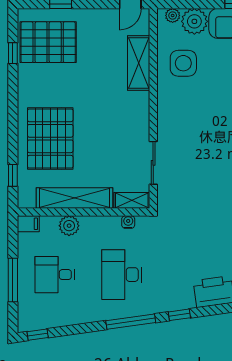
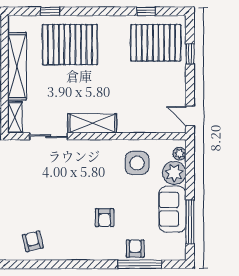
pallet: (48, 42) -> (156, 43), turned 90
shelving: (139, 63) -> (92, 123), moved
window: (13, 175) -> (50, 11), moved

